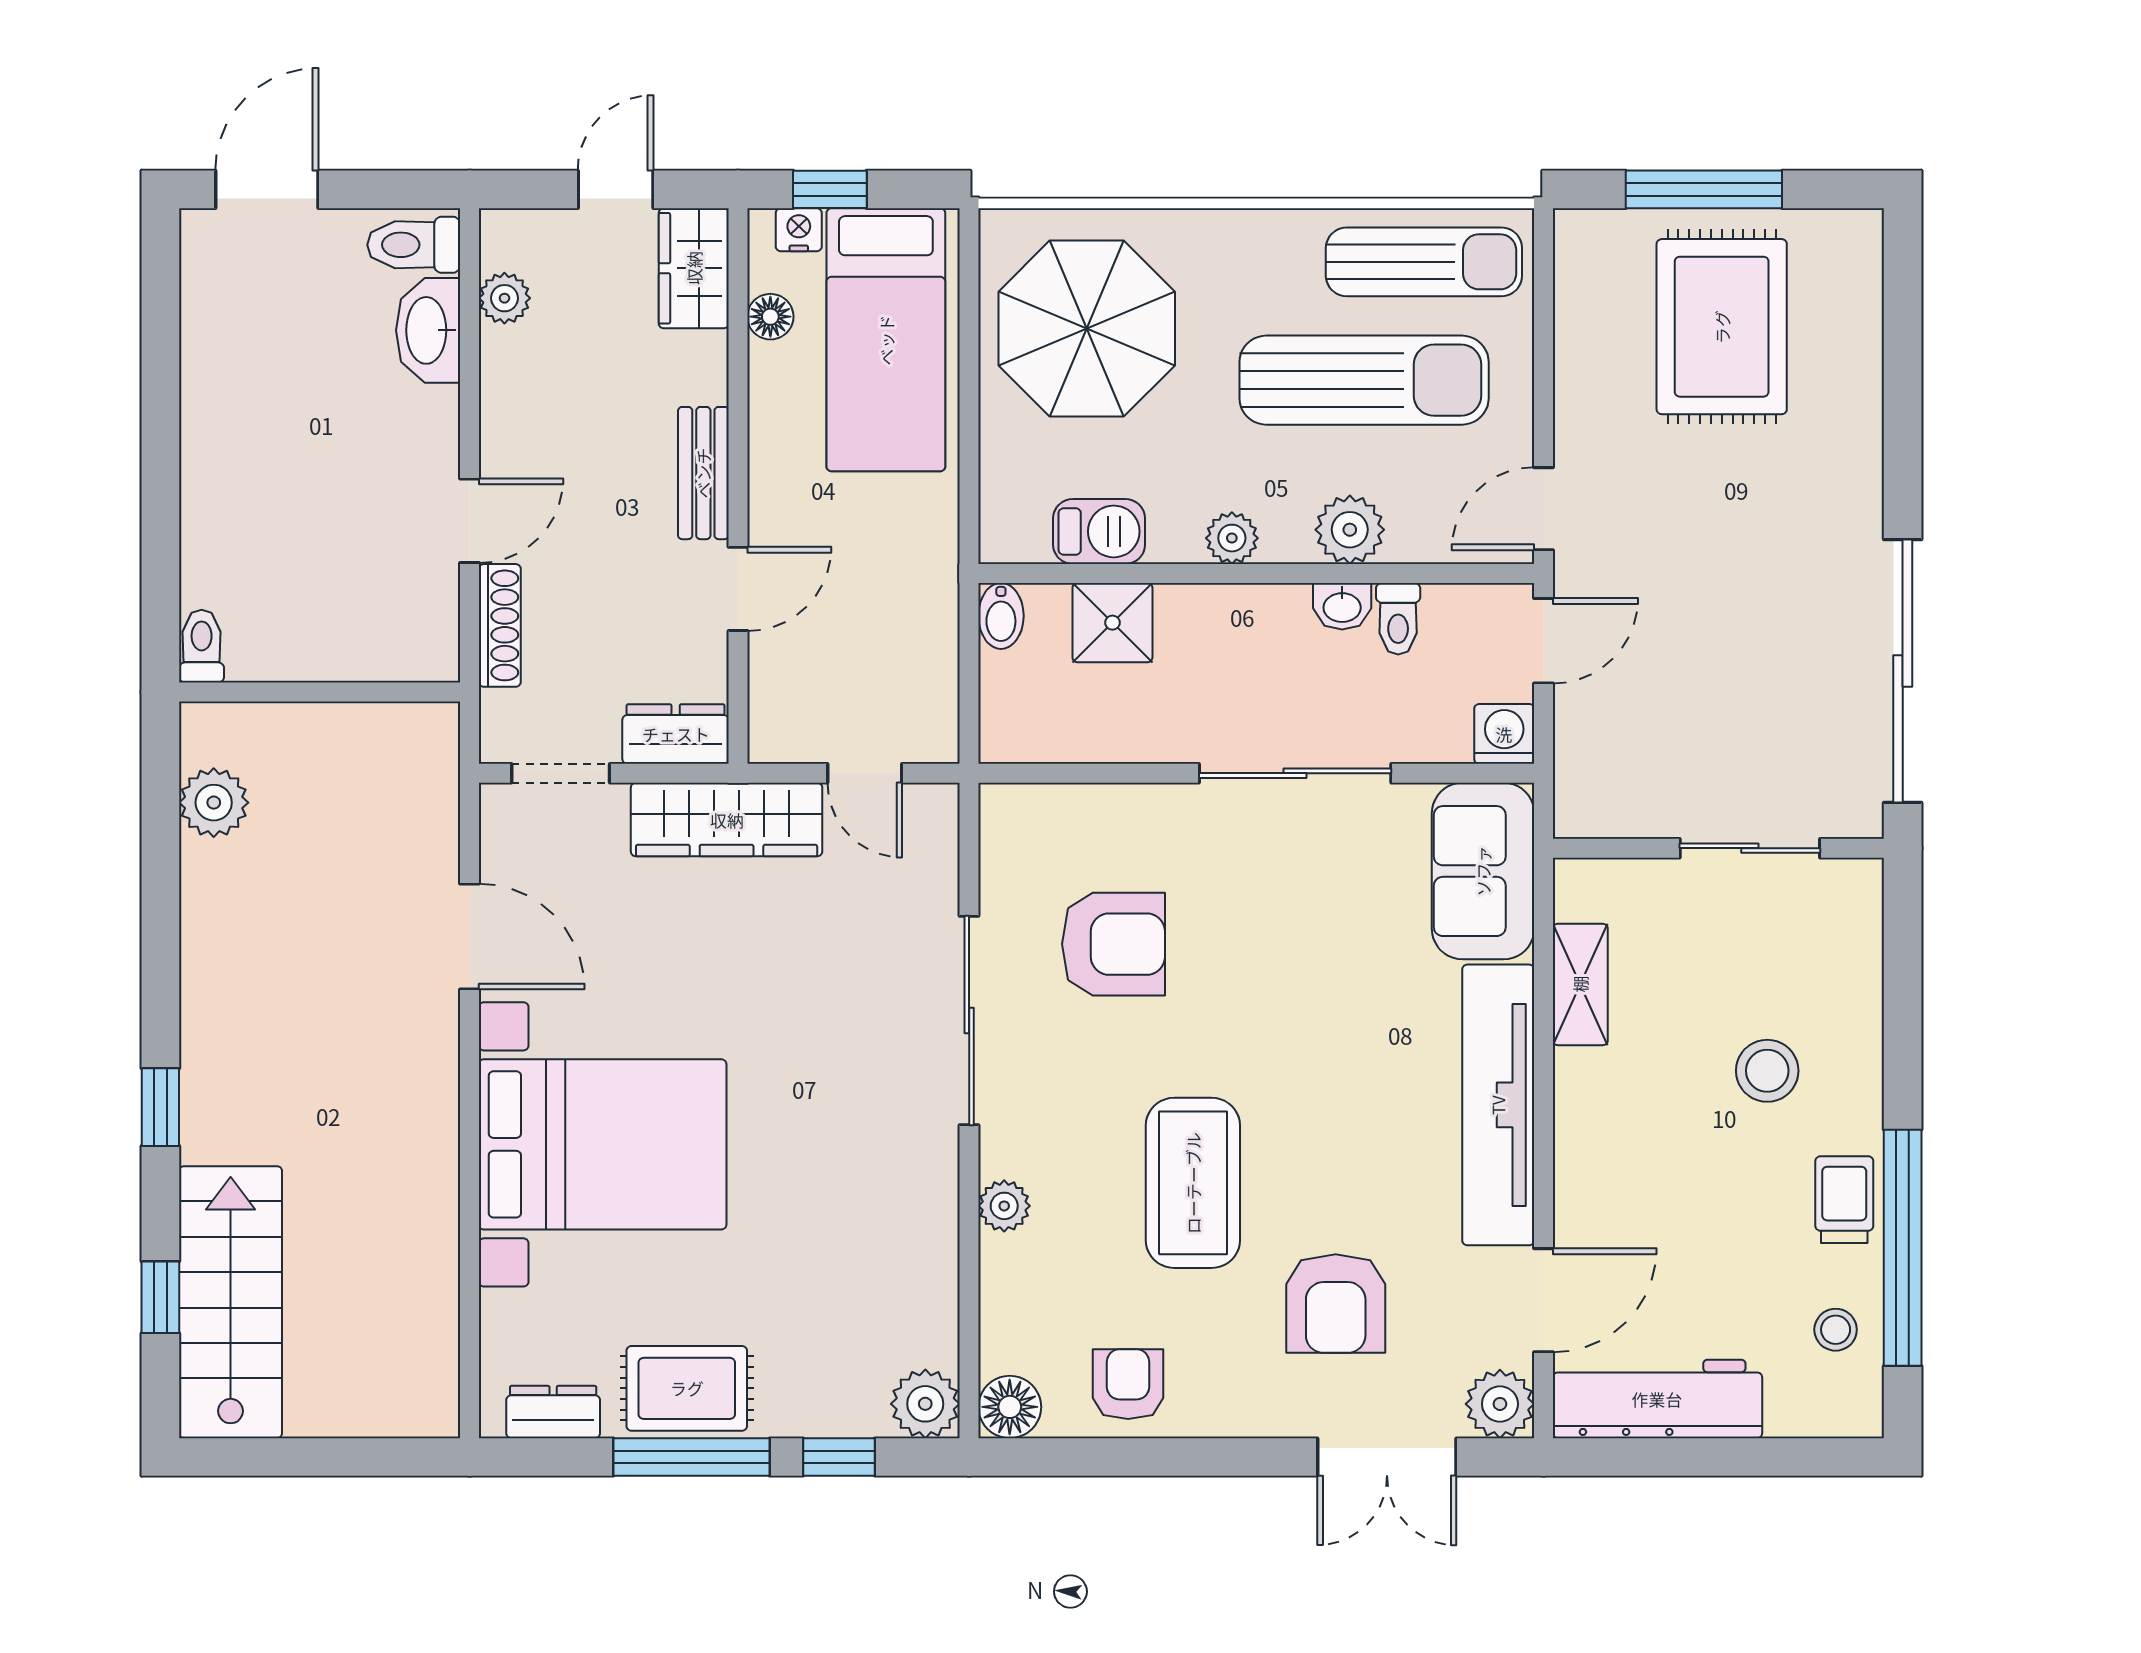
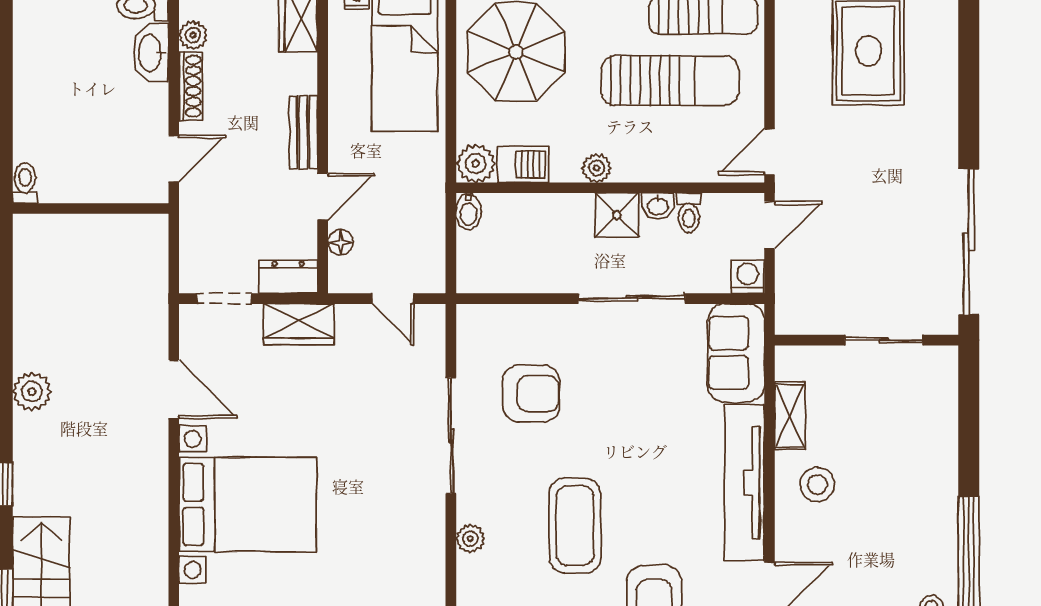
floor lamp: (770, 317) -> (341, 242), moved
plant: (1350, 530) -> (476, 163), moved
shower: (1112, 623) -> (617, 215), moved
shoe rack: (500, 625) -> (191, 86), moved
toilet: (202, 646) -> (25, 183), moved
wall: (320, 692) -> (91, 209), moved
plant: (214, 803) -> (32, 392), moved
wardrobe: (727, 820) -> (299, 324), width x0.67
stool: (1767, 1071) -> (817, 485), moved
trolley: (1844, 1200) -> (936, 535), removed

